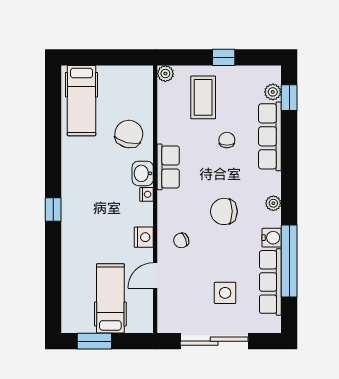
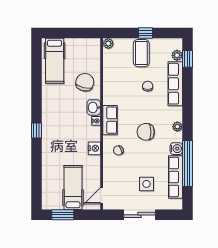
coffee table: (203, 97) -> (141, 53), moved
row of seats: (168, 167) -> (110, 120), moved
door: (155, 275) -> (102, 196), moved
sliding door: (214, 341) -> (139, 215), width x0.73

